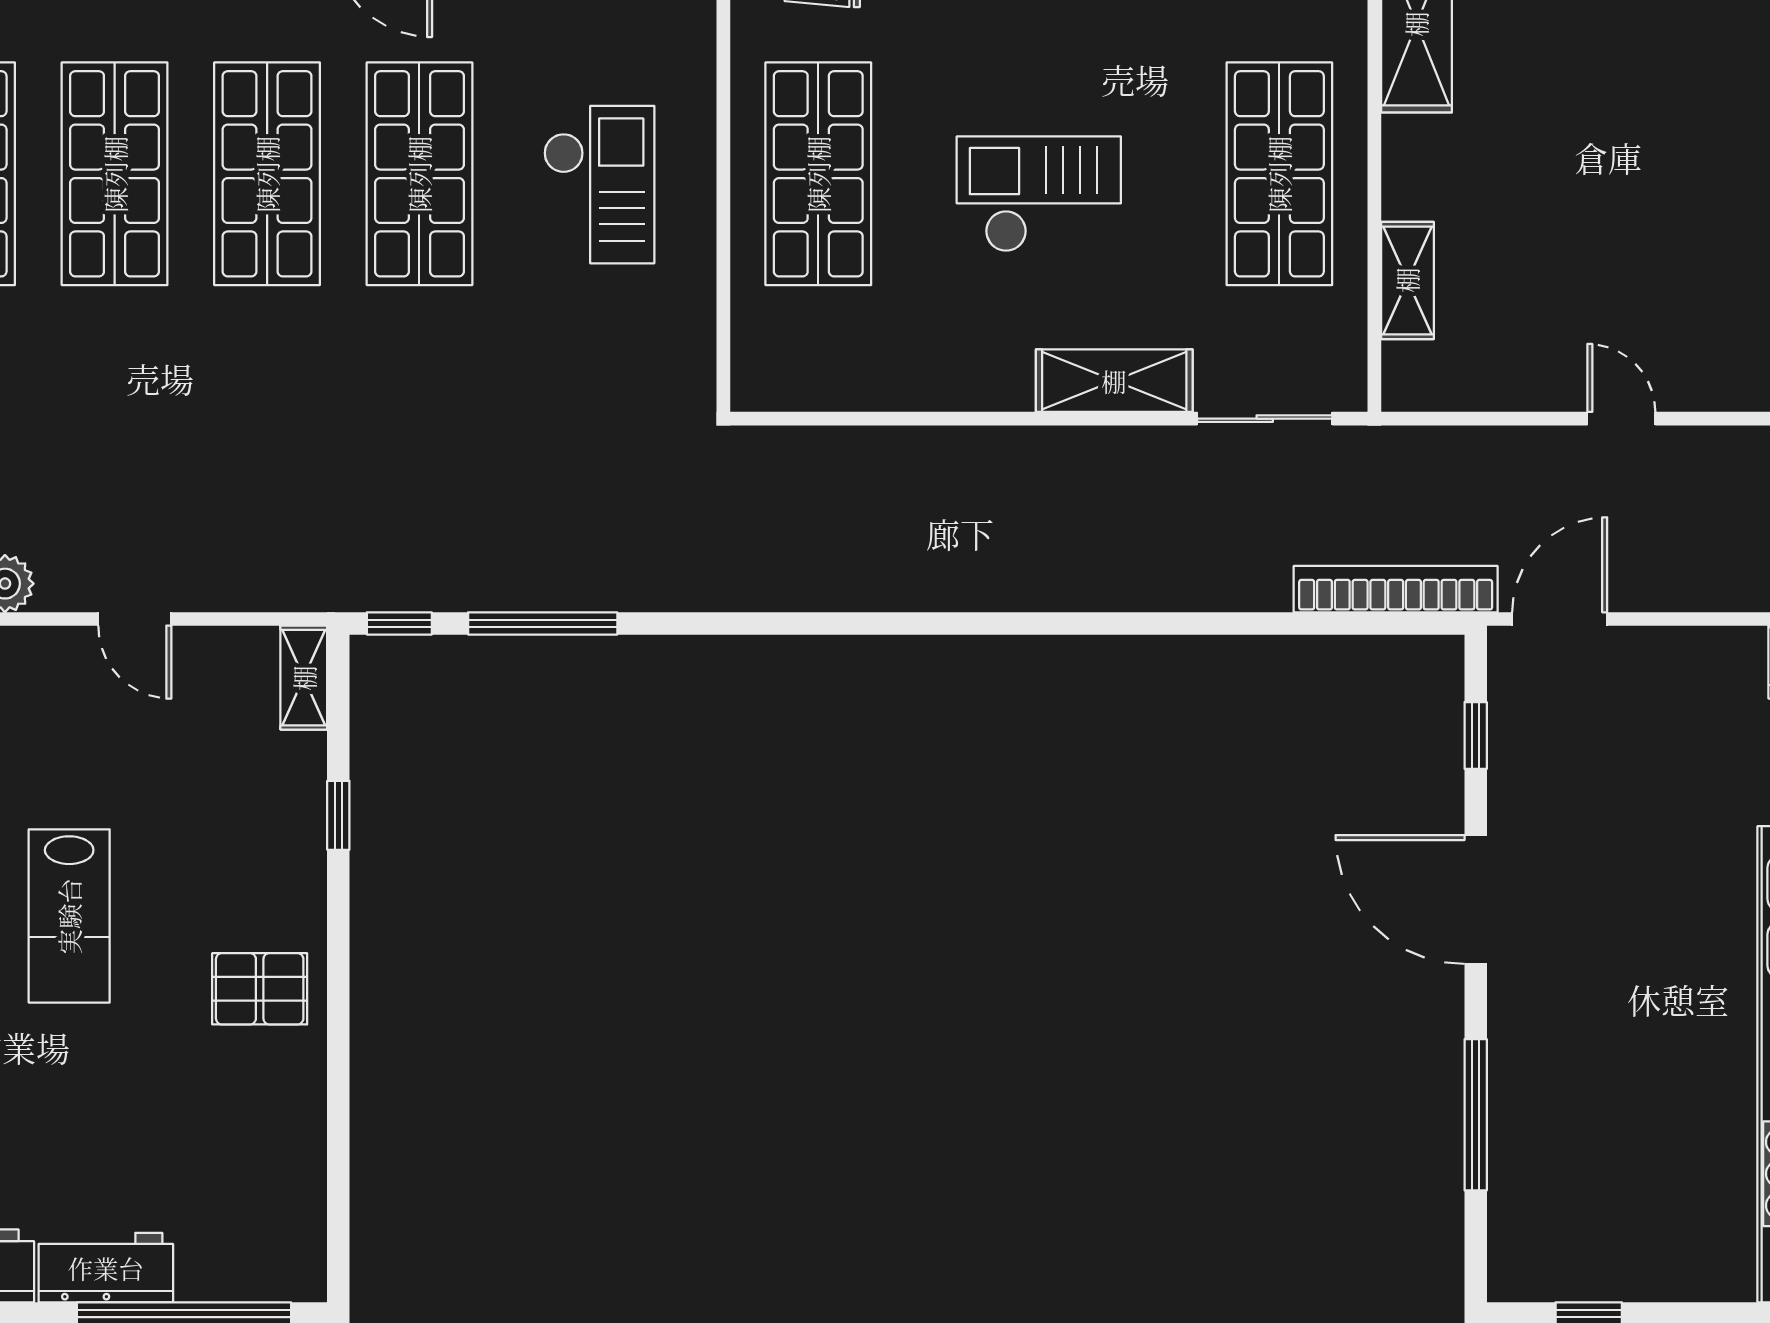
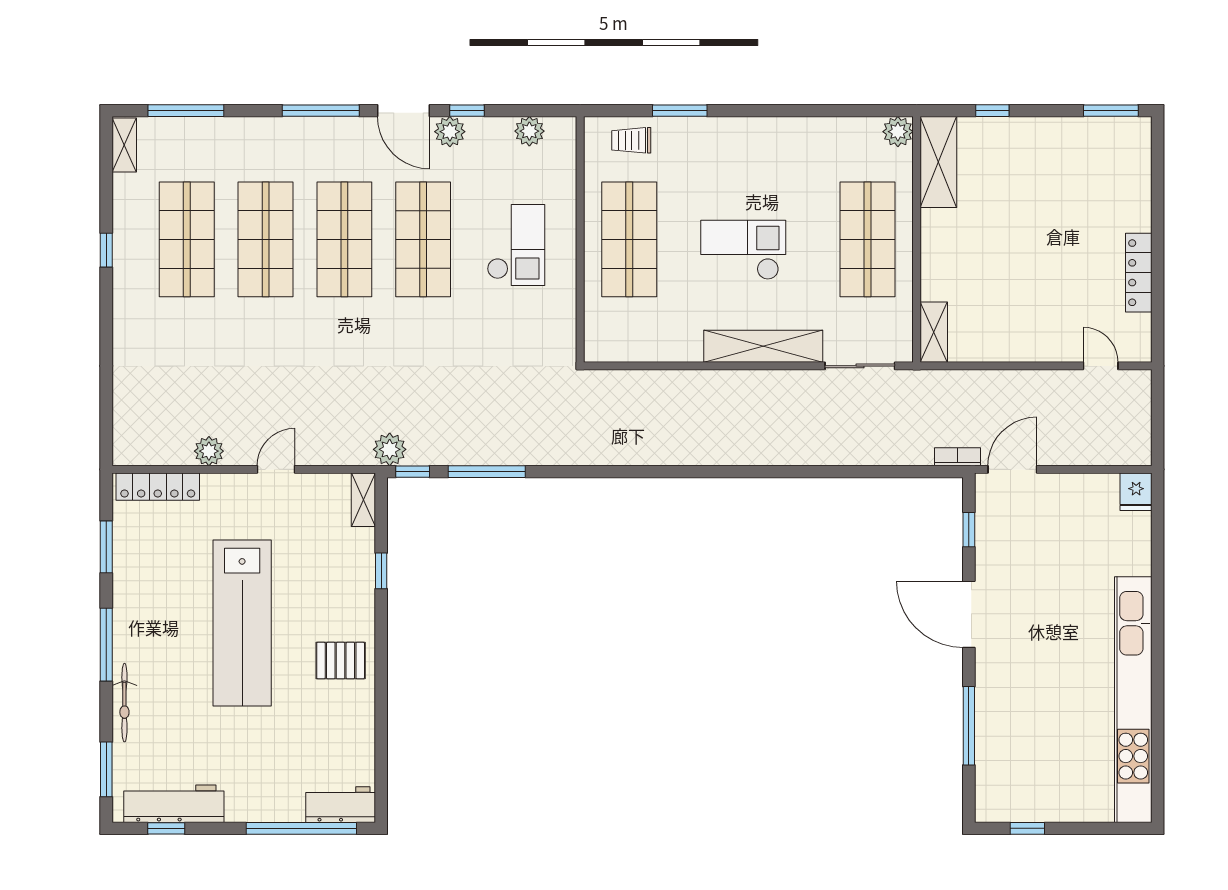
shelving: (1407, 280) -> (934, 332), moved
shelving: (1114, 381) -> (763, 346), width x1.47
door: (1621, 419) -> (1101, 366), moved
plant: (355, 580) -> (390, 449), added
bookcase: (1396, 589) -> (958, 457), width x0.43, depth x0.76
door: (135, 619) -> (276, 469), swing flipped
lab bench: (69, 916) -> (242, 623), width x1.86, depth x1.39
workbench: (106, 1268) -> (341, 805), moved

